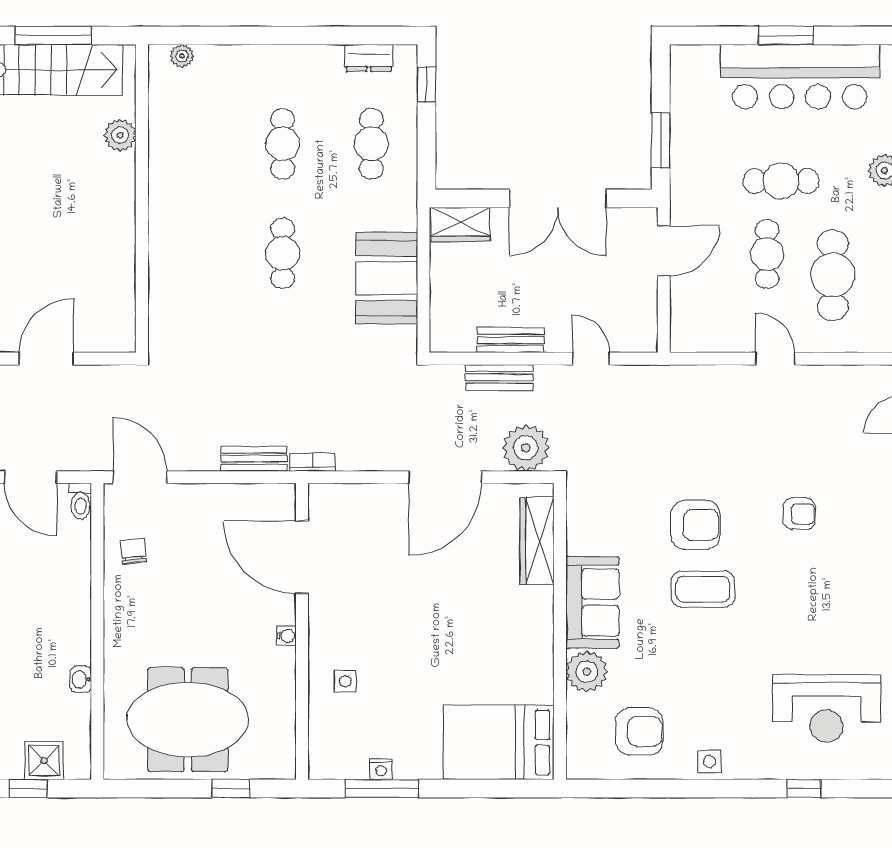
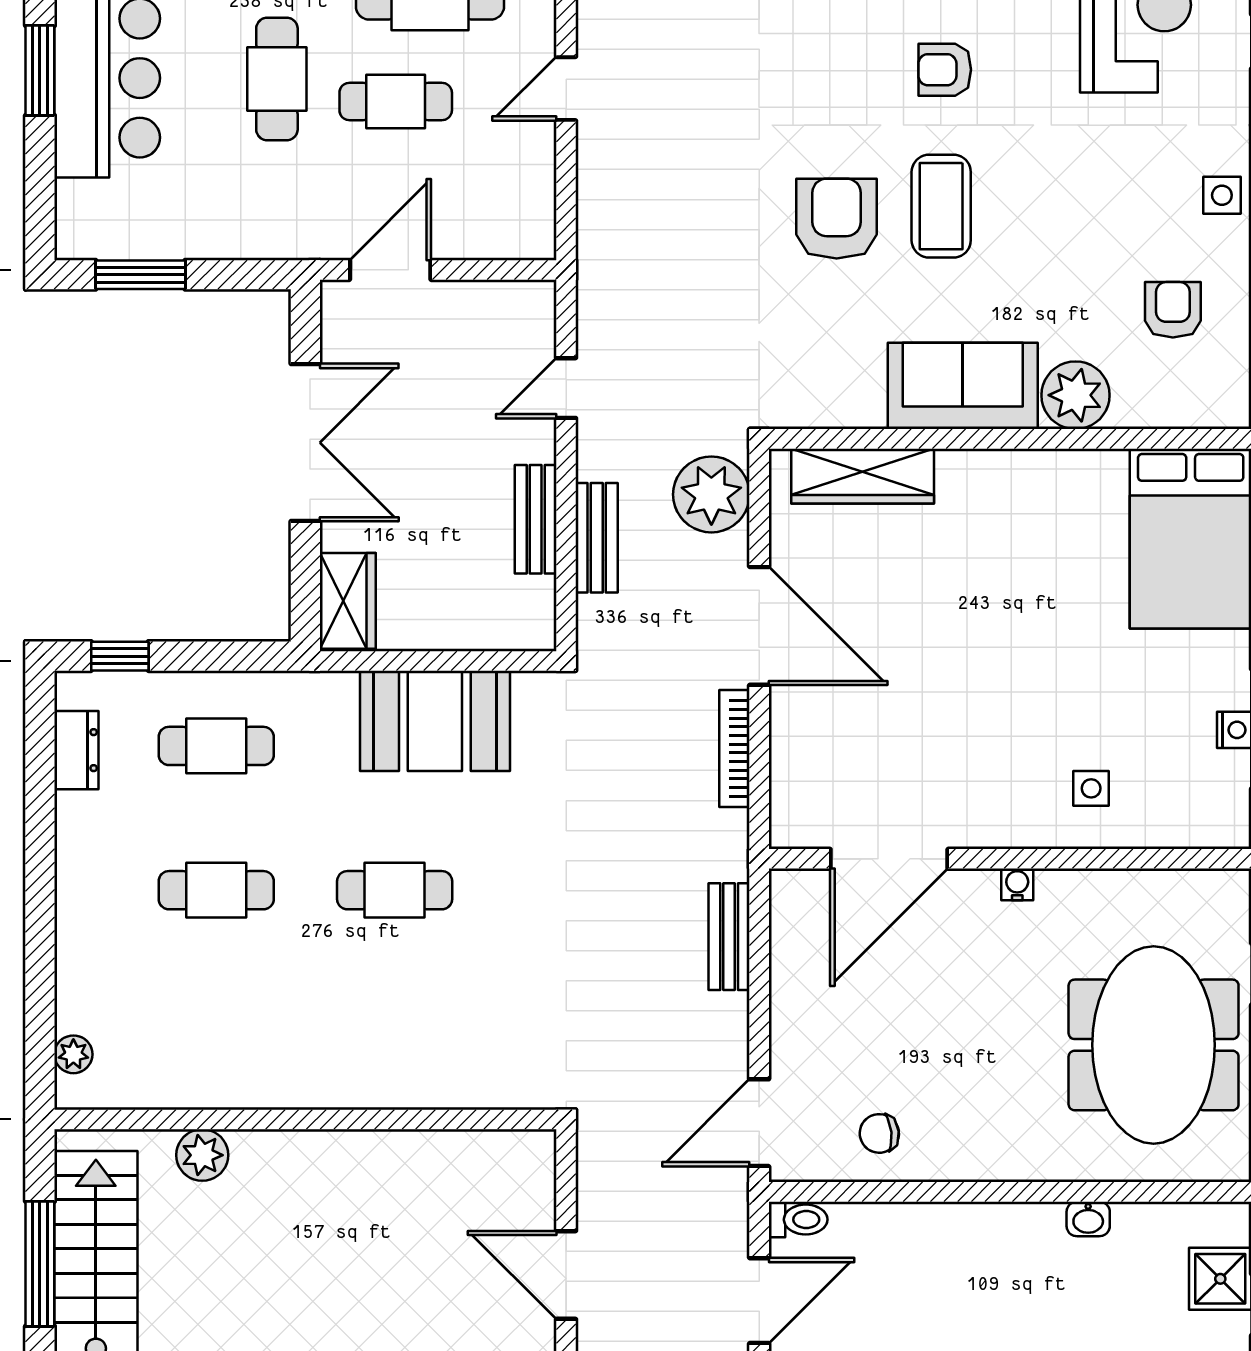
window: (661, 141) -> (140, 275), moved
door: (664, 251) -> (390, 270), hinge flipped
bookcase: (313, 462) -> (734, 749), moved, width x1.56
armchair: (799, 514) -> (945, 70), moved, turned -90
armchair: (639, 731) -> (1173, 310), width x0.72, depth x0.72

